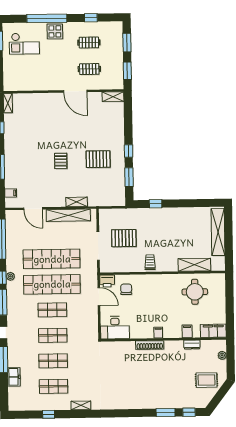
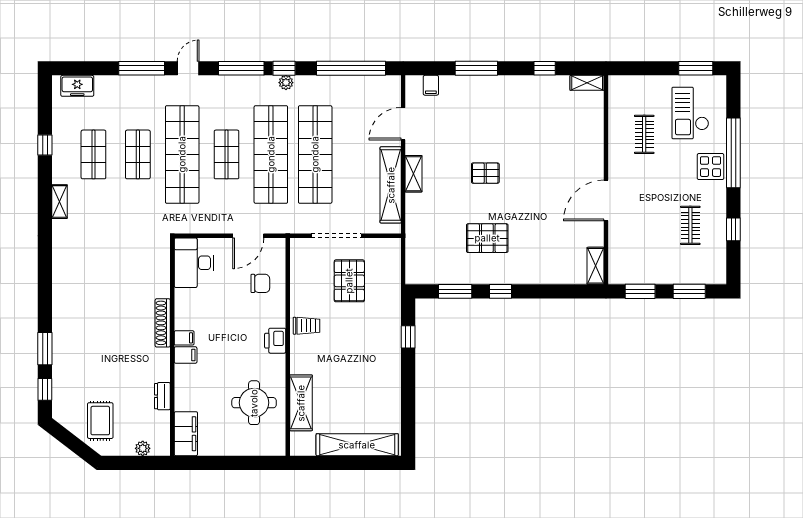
clothes rail: (89, 69) -> (644, 134), moved
pallet: (98, 159) -> (487, 238), turned 90
shelving: (77, 202) -> (414, 174), moved
printer: (107, 281) -> (275, 341), moved
filing cabinet: (187, 331) -> (186, 355), moved
shop shelf: (53, 335) -> (182, 154), width x2.00, depth x1.36
freezer: (14, 377) -> (77, 86), moved

